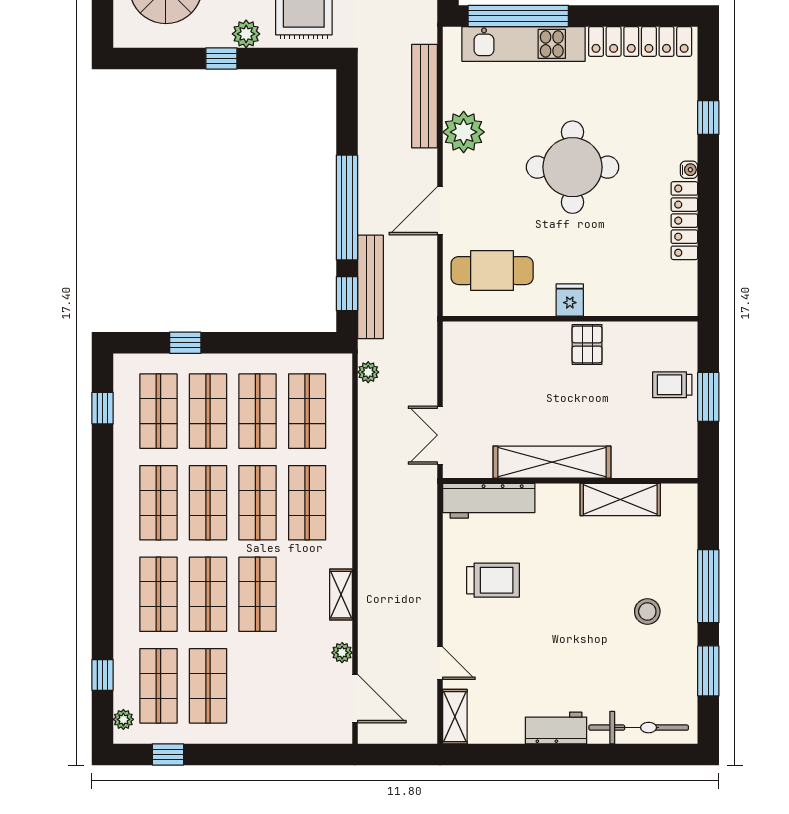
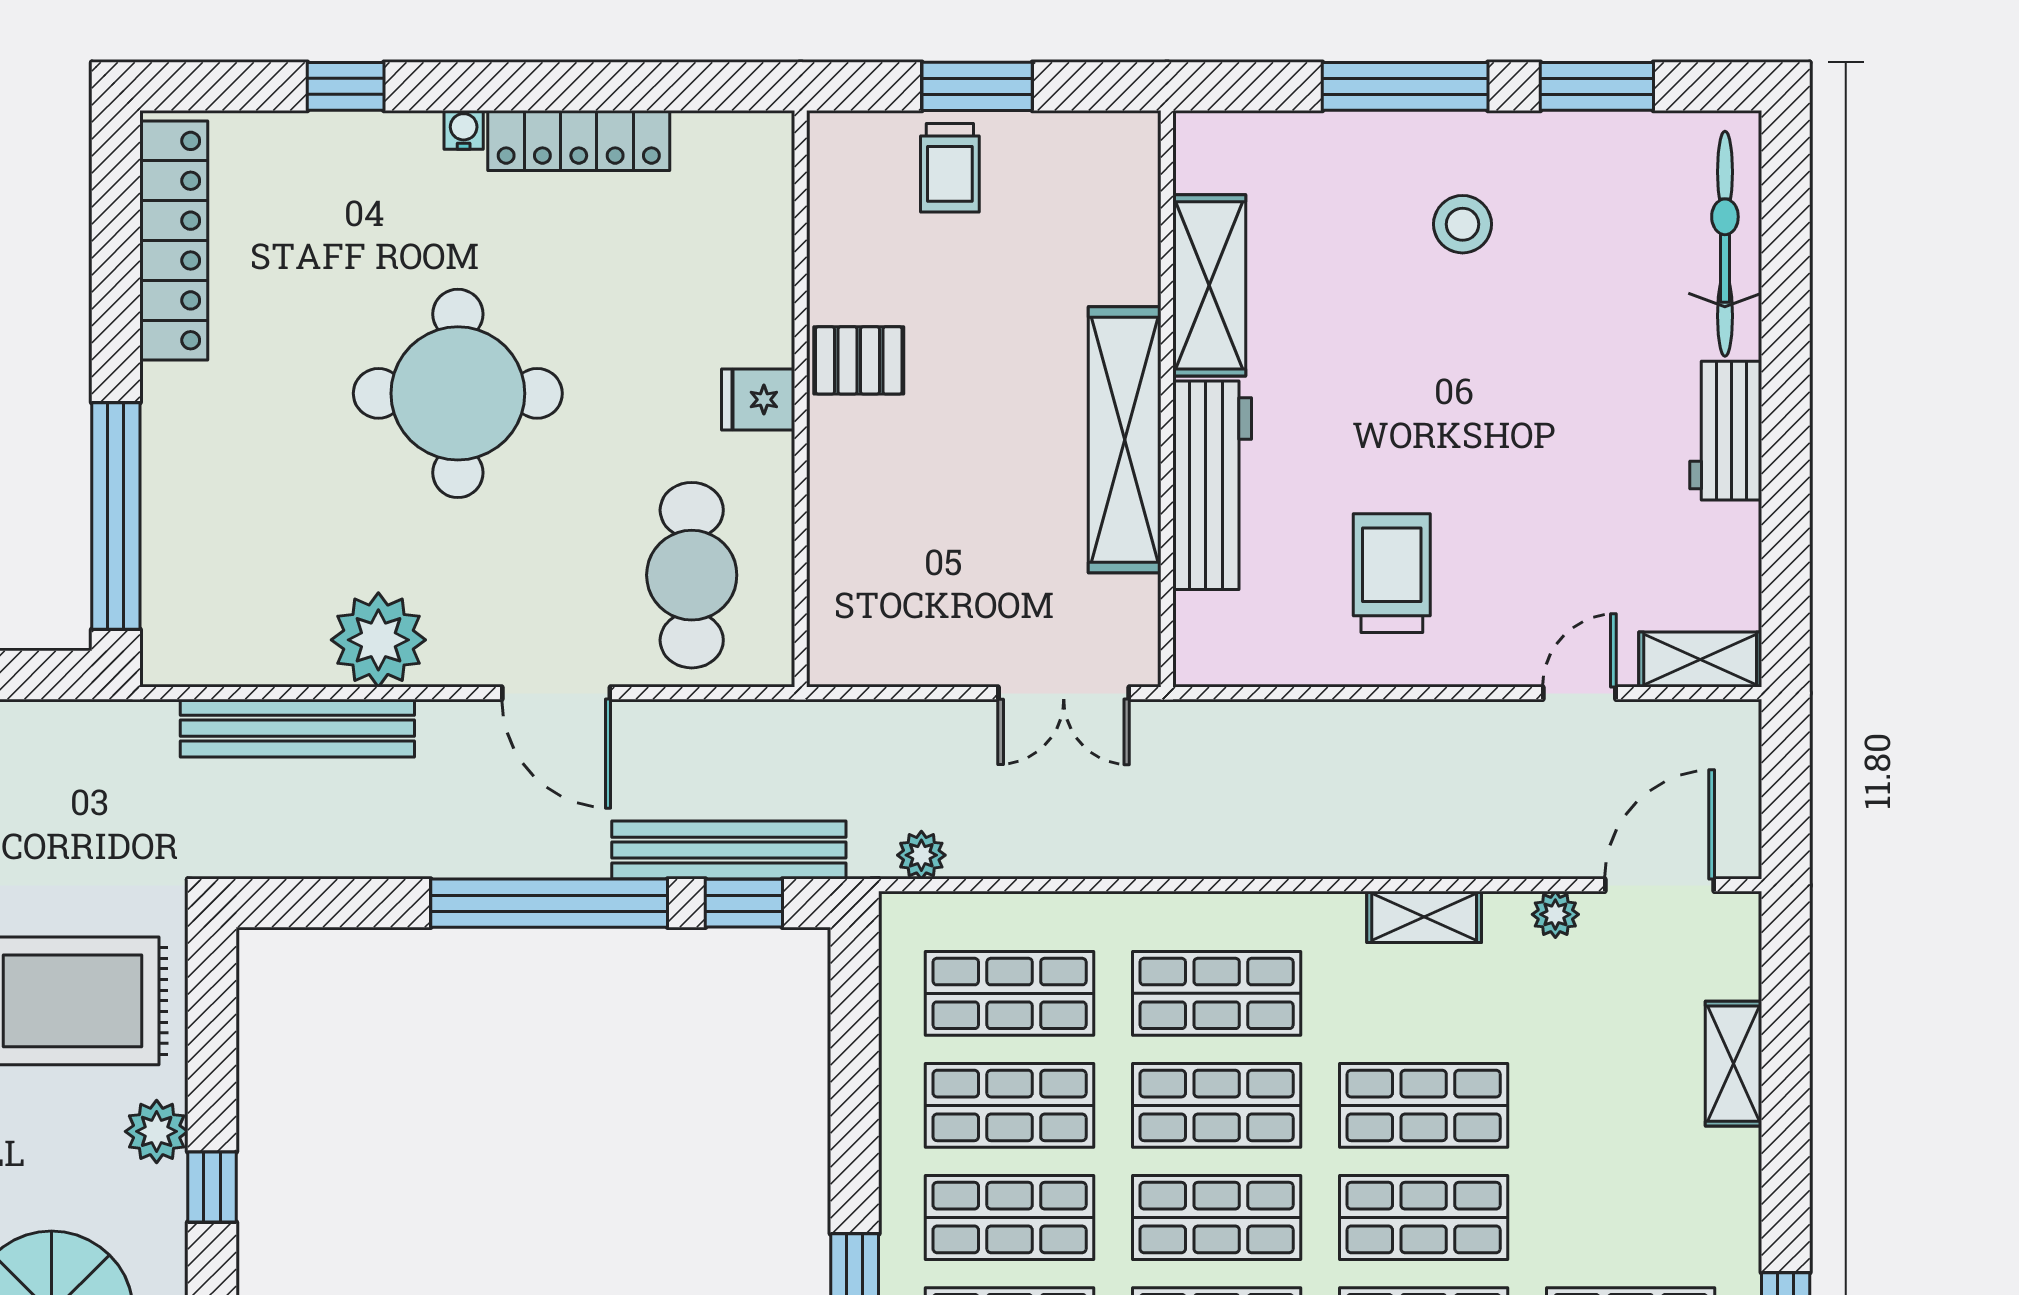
kitchen unit: (523, 44) -> (179, 504), removed
workbench: (489, 501) -> (1212, 485), moved
shop shelf: (208, 686) -> (1631, 1218), removed
shelving: (276, 731) -> (1733, 1064), added

